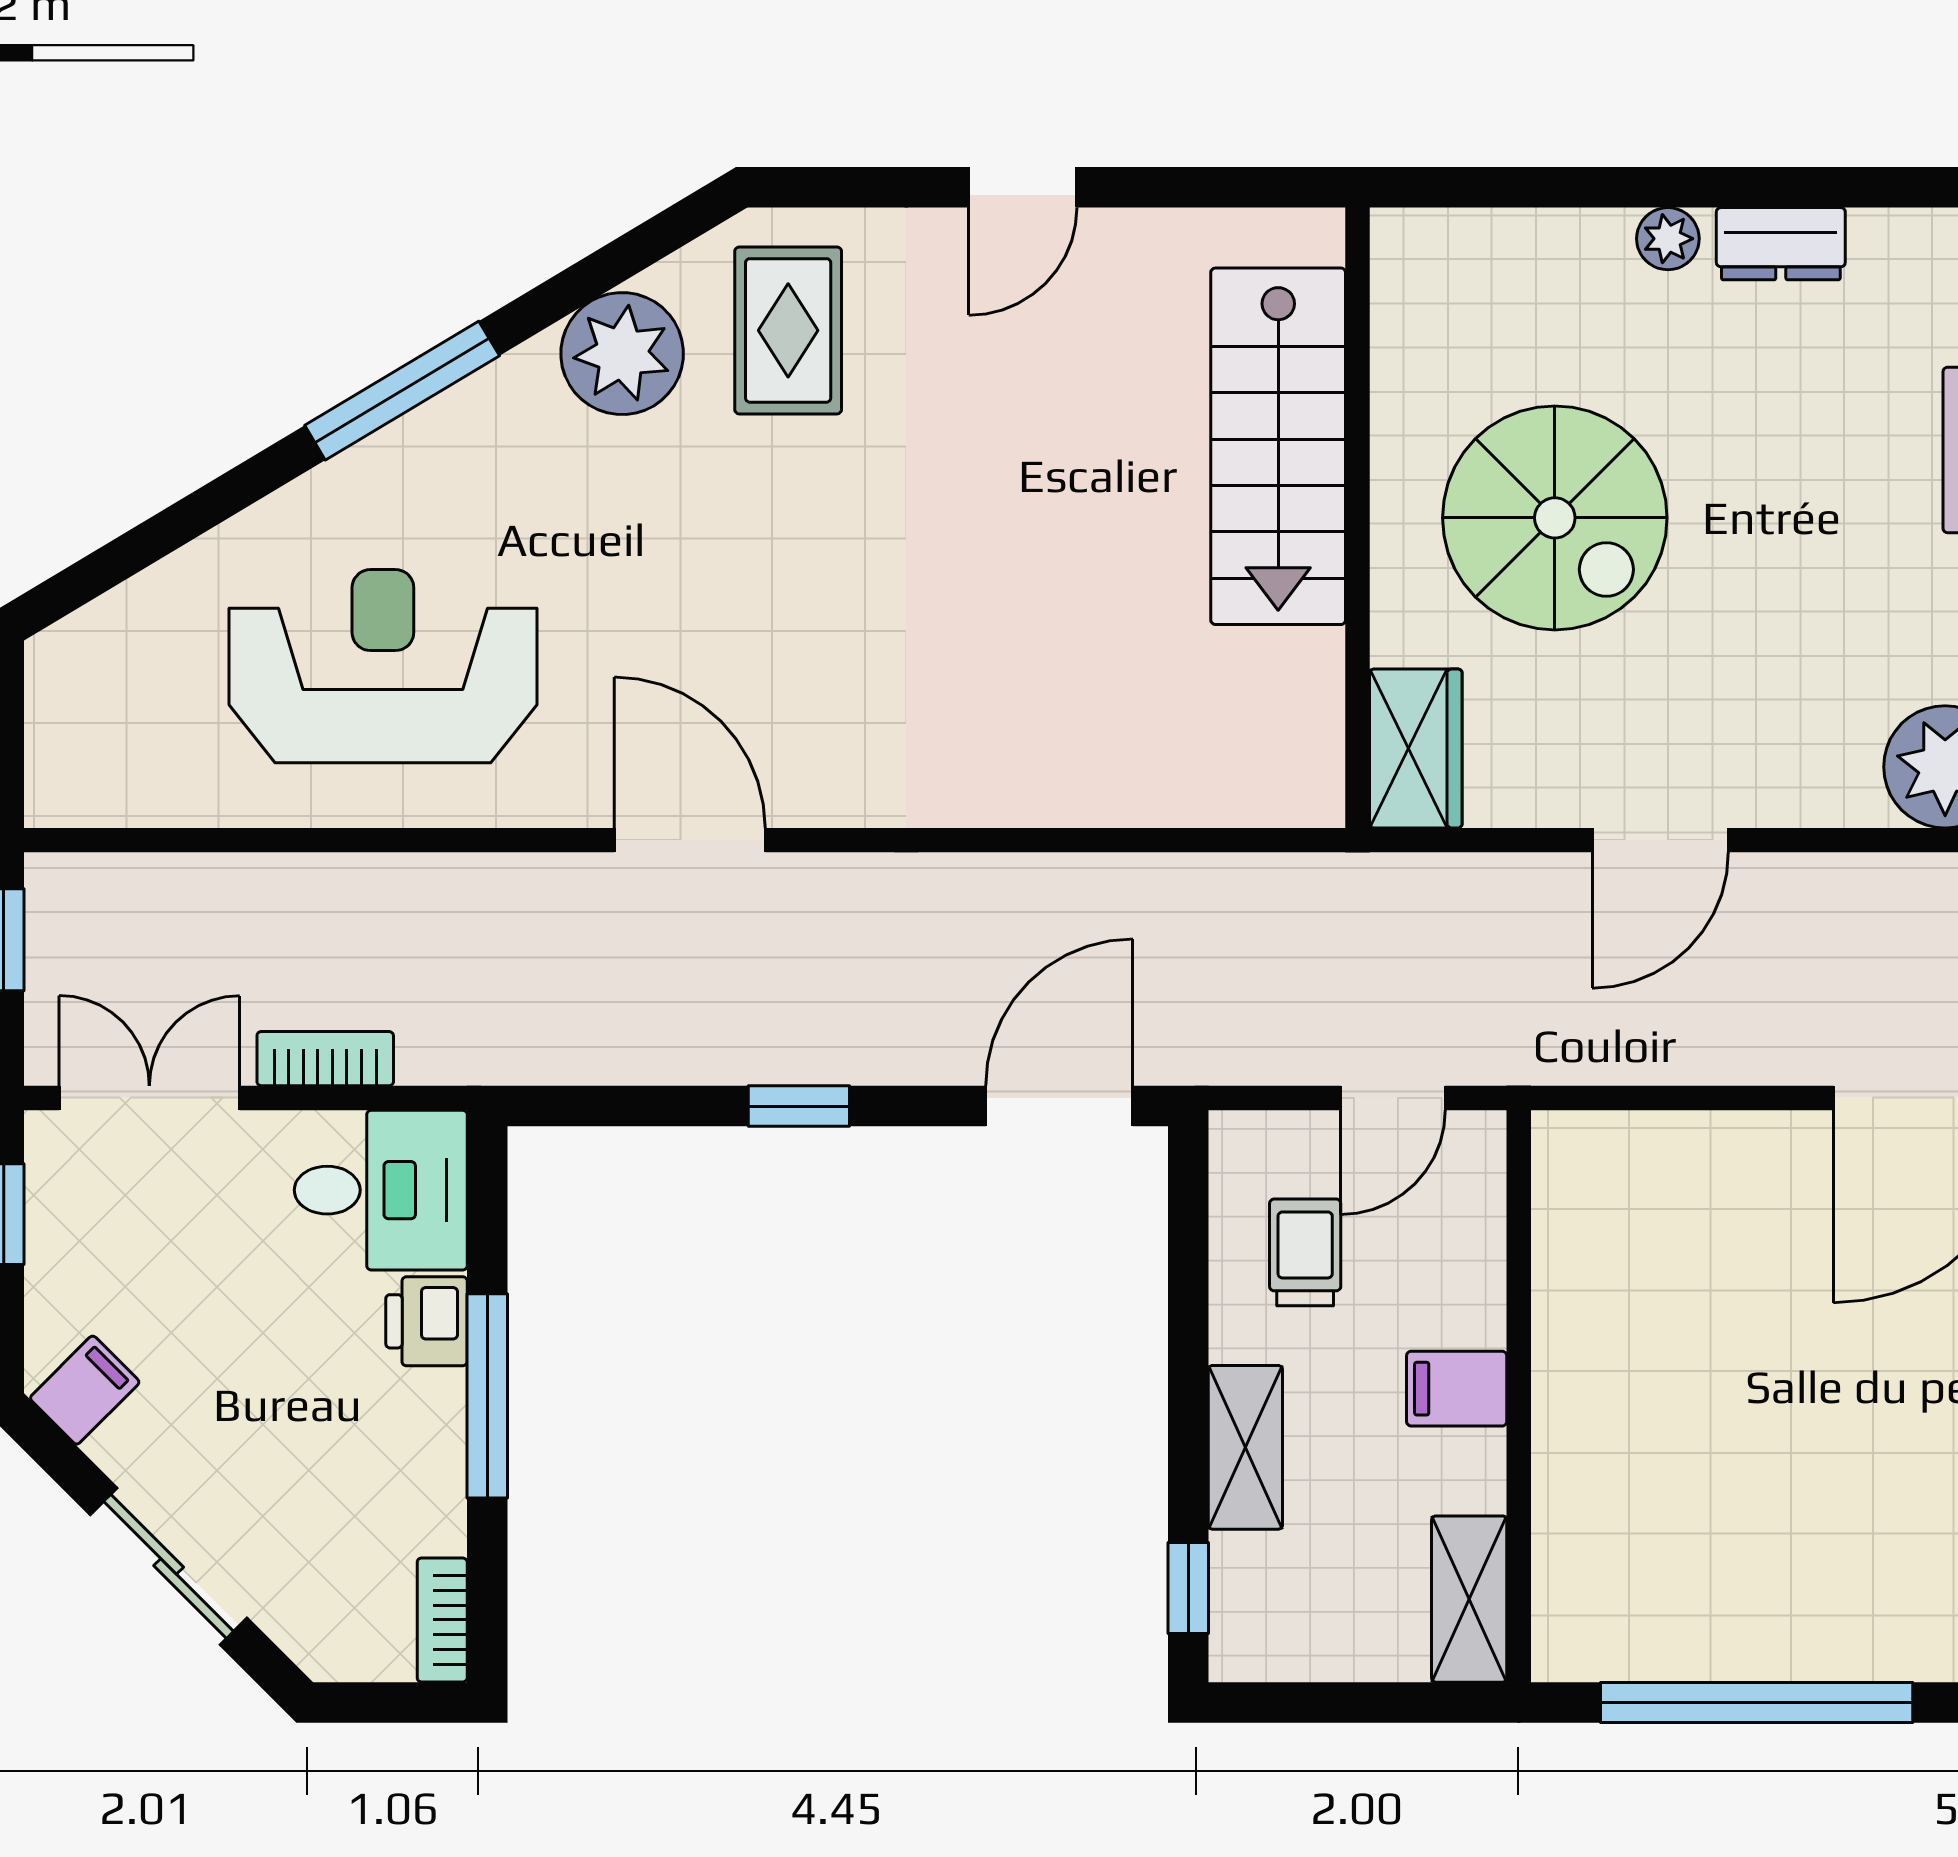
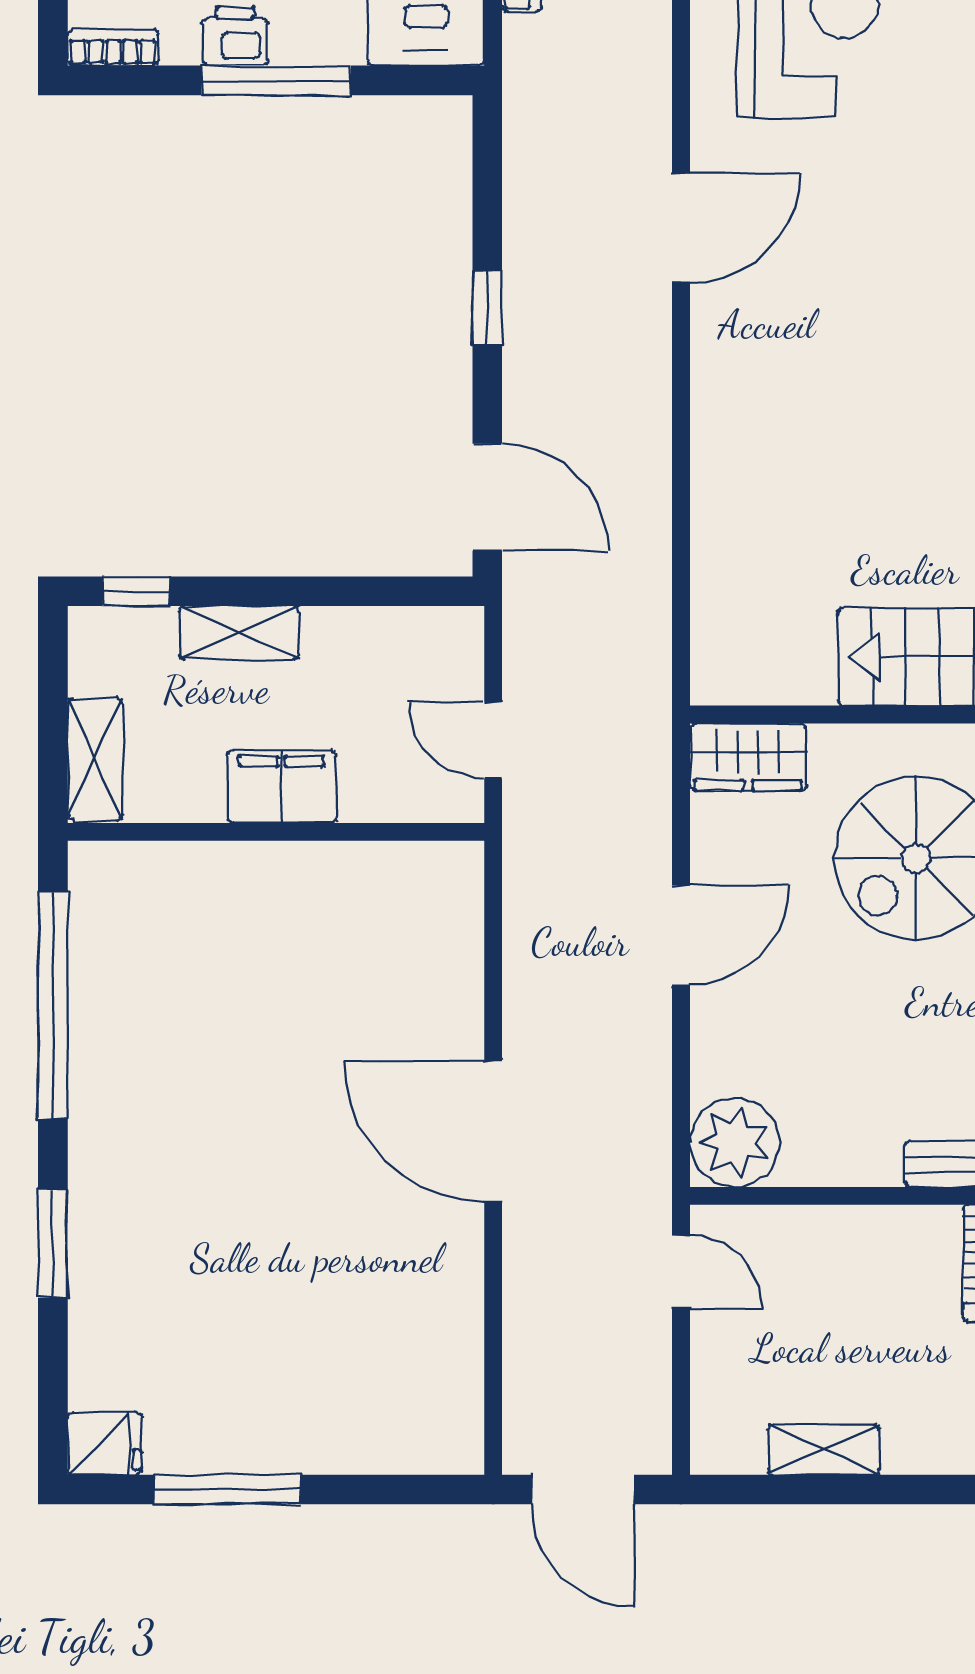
door: (1660, 840) -> (681, 935), swing flipped
trolley: (1305, 1252) -> (381, 676), removed
printer: (426, 1321) -> (235, 36), moved
filing cabinet: (1457, 1389) -> (281, 787), width x2.00
shelving: (1469, 1599) -> (95, 759), moved, turned 90

